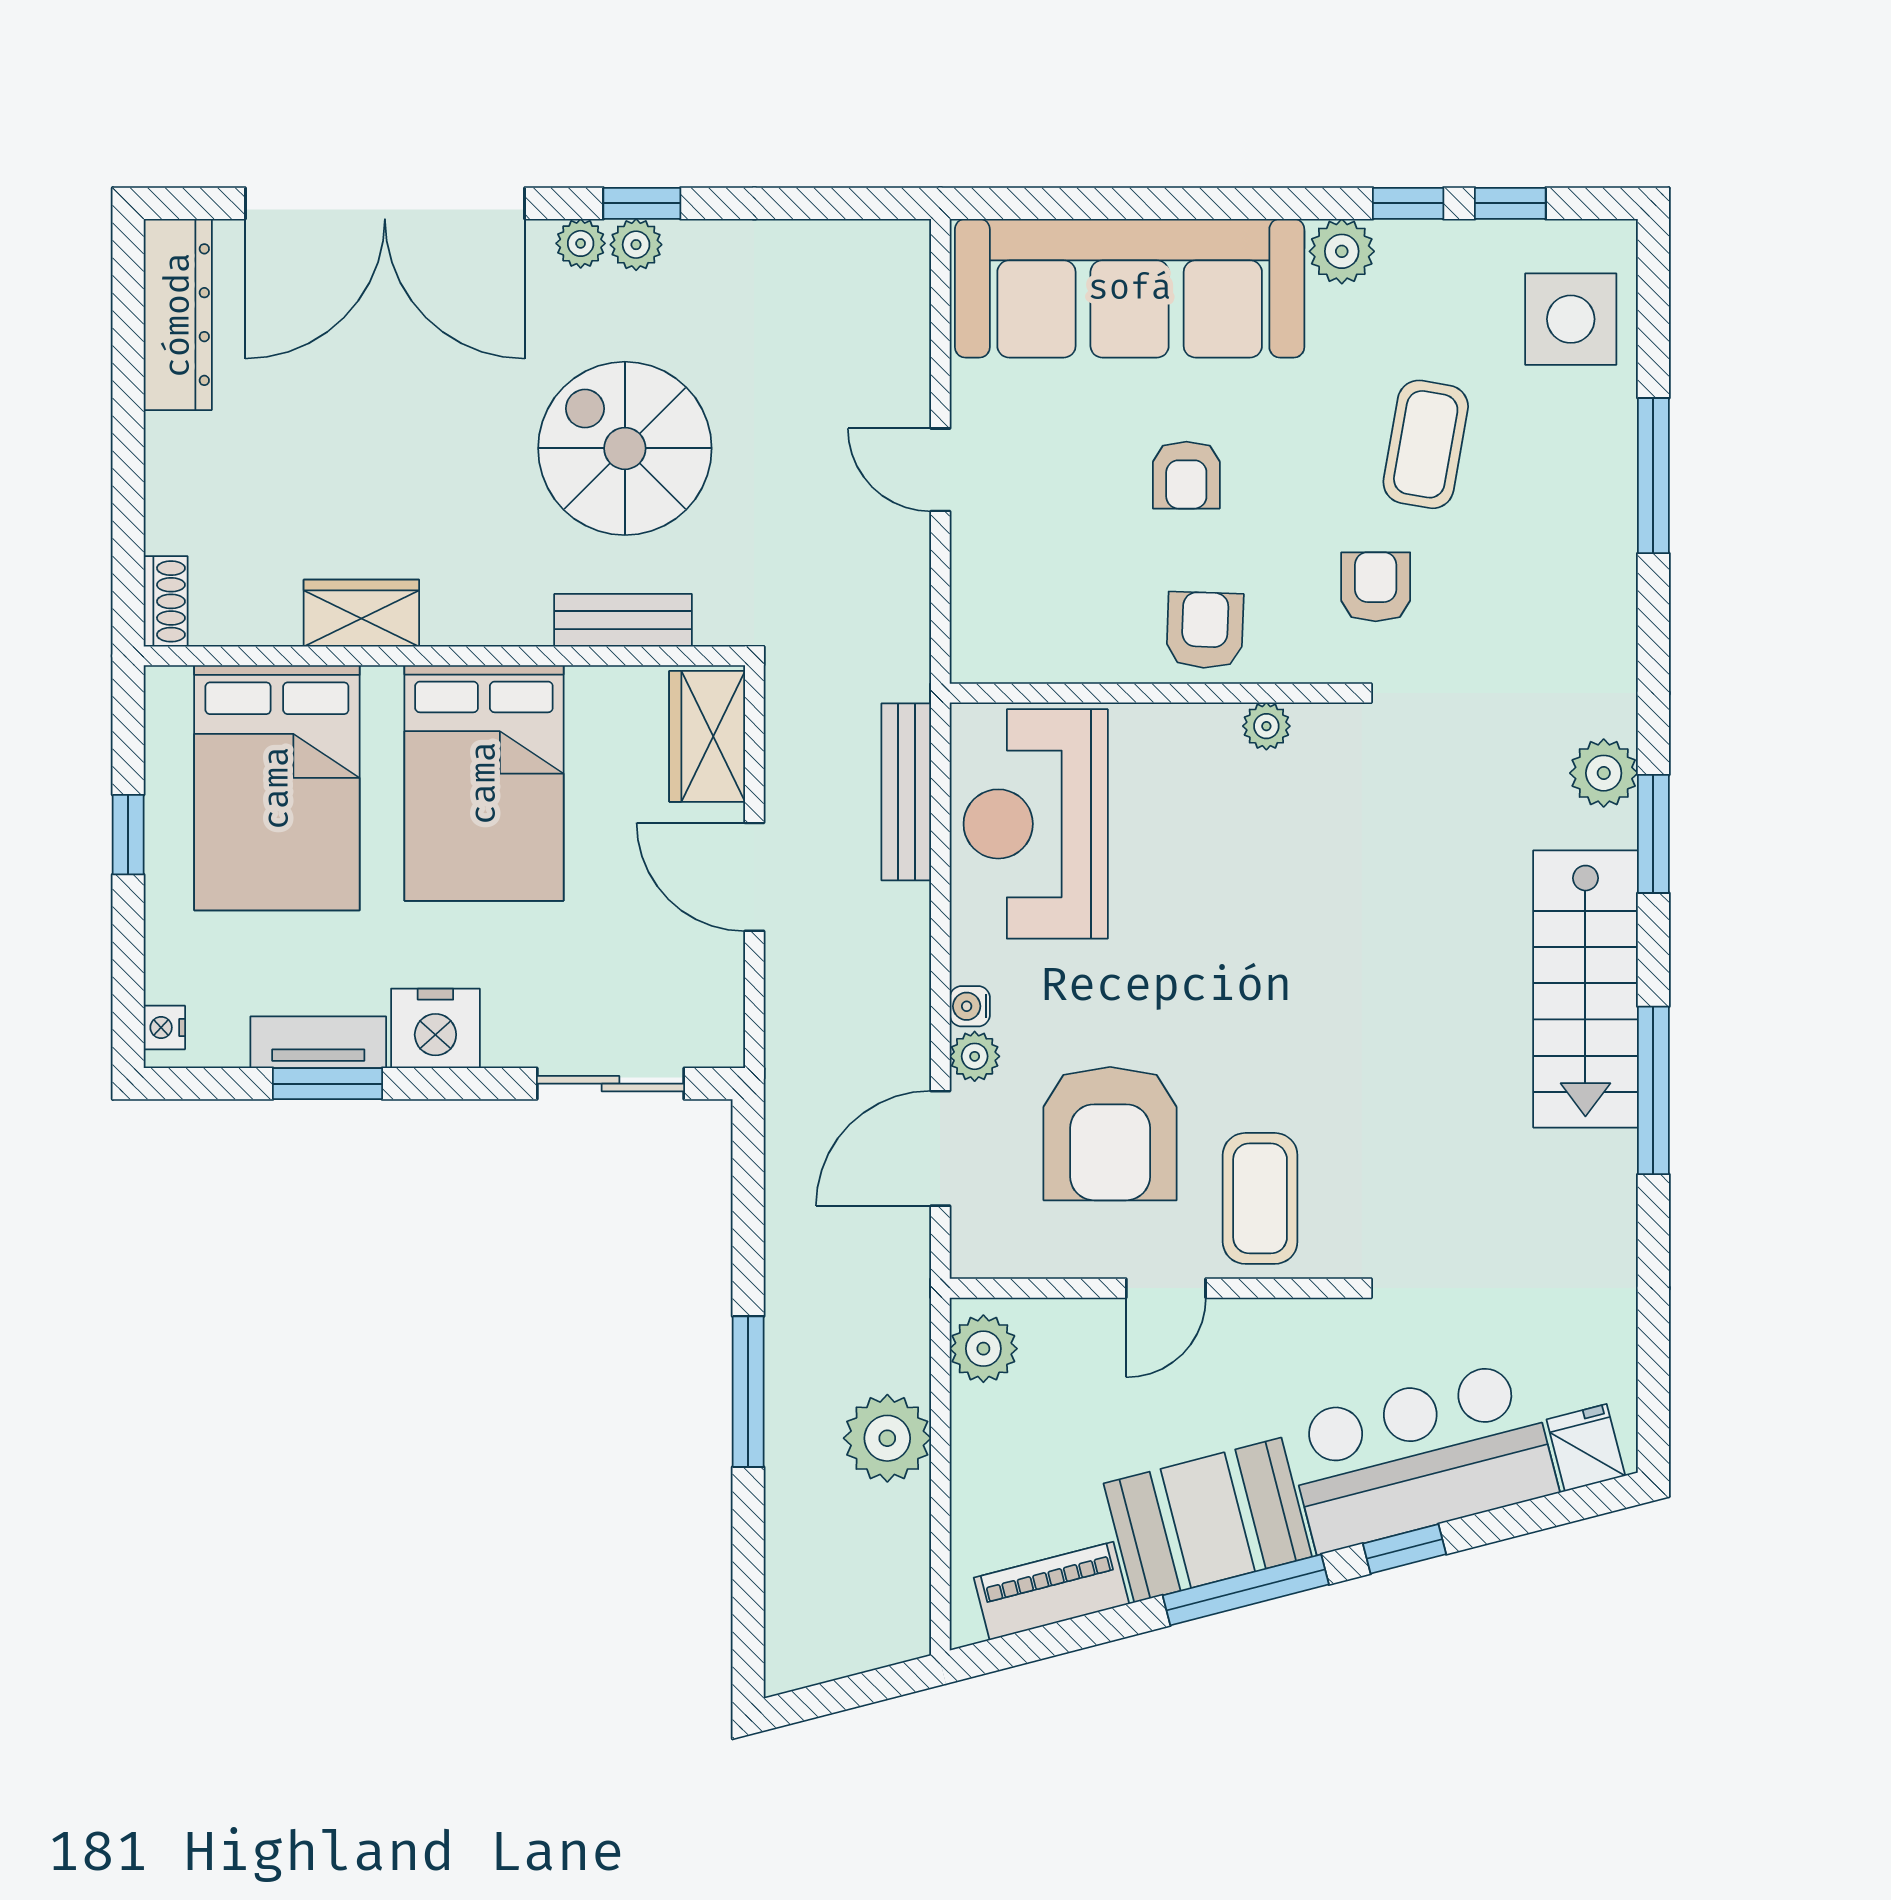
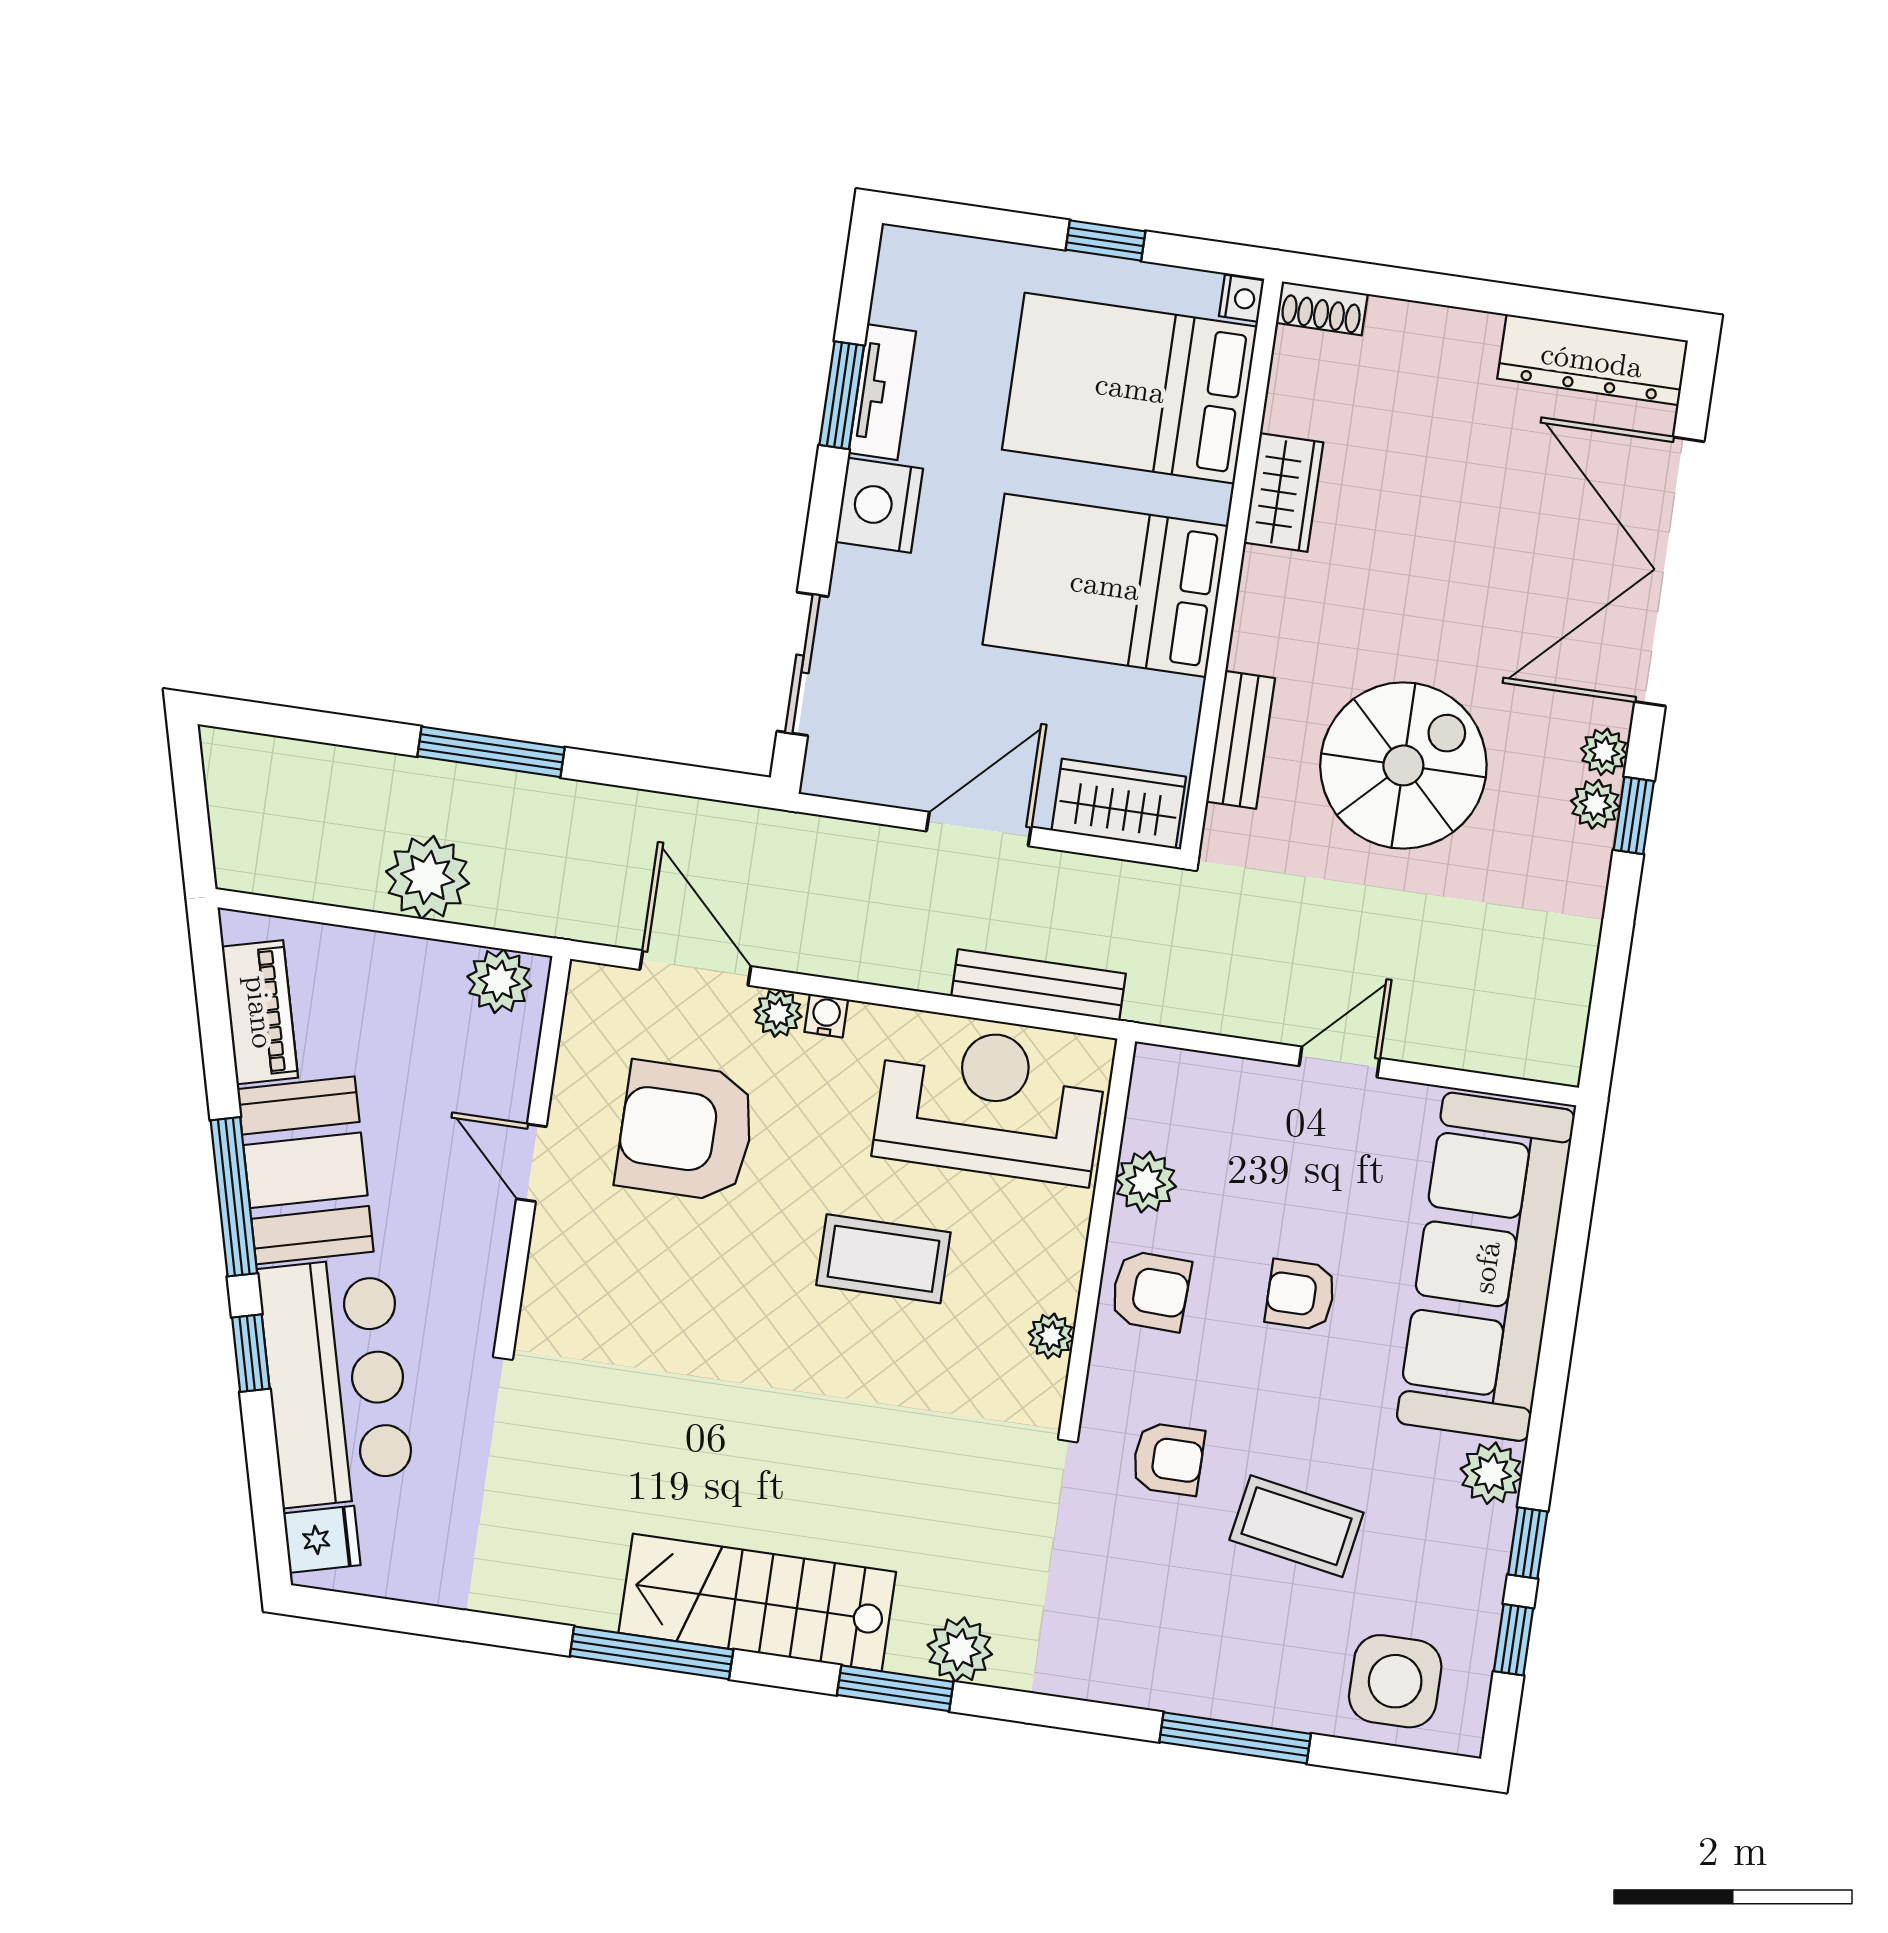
plant: (1093, 652) -> (1146, 1182), added
nightstand: (164, 1027) -> (1241, 298), moved, turned 90
coffee table: (1260, 1198) -> (883, 1259), moved

